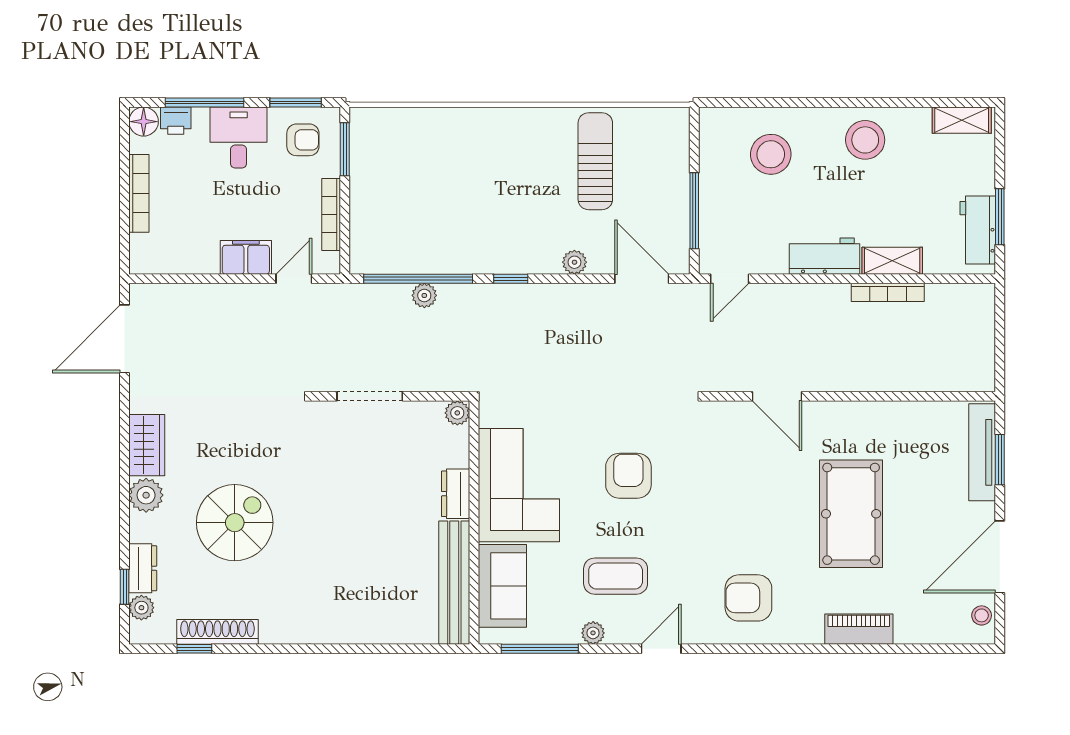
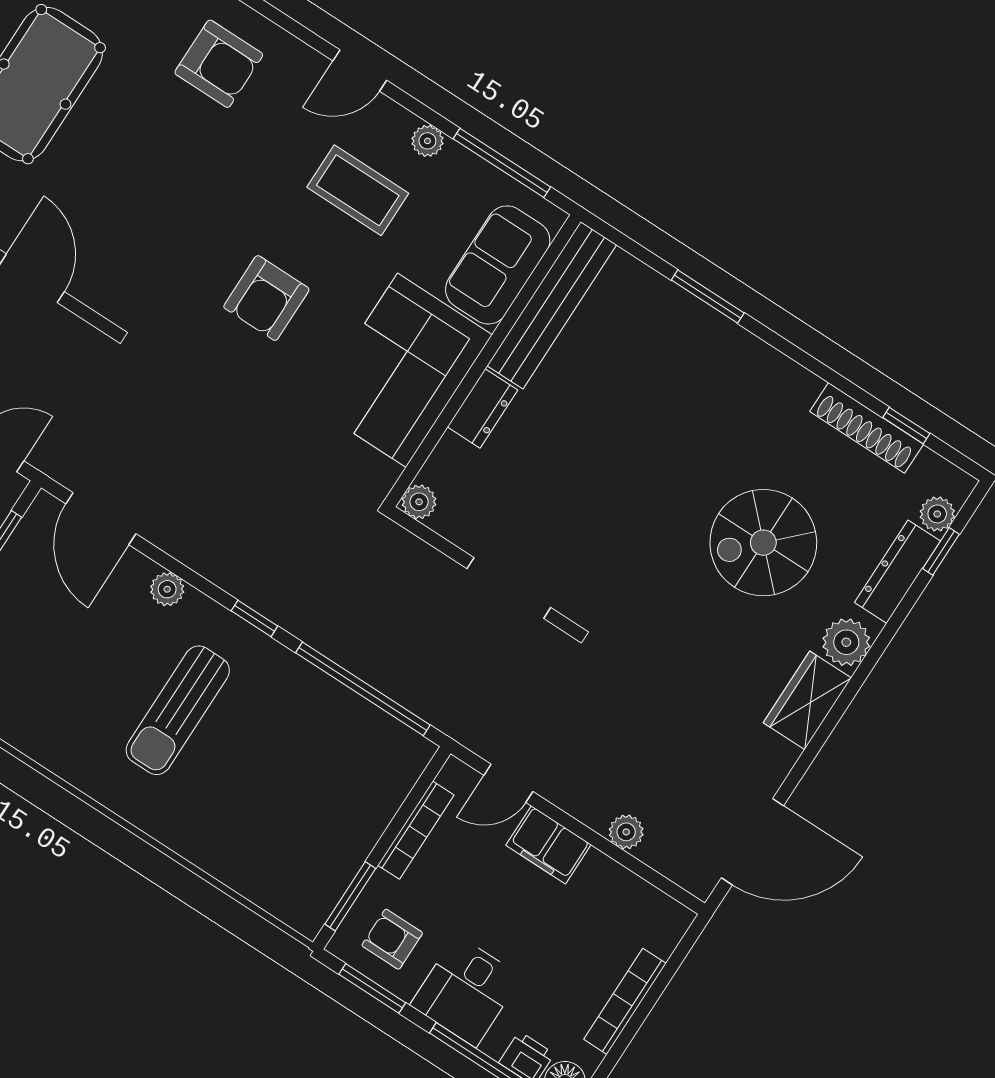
sun lounger: (595, 161) -> (178, 710), moved
plant: (424, 295) -> (626, 832), moved
dresser: (143, 568) -> (897, 572), width x1.44
window: (364, 649) -> (708, 297), added

